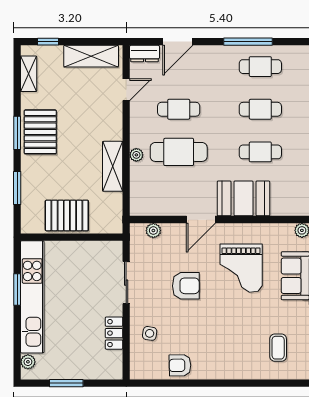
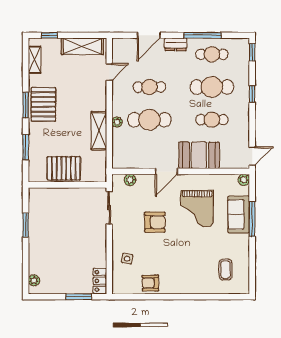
dresser: (144, 54) -> (176, 44), moved
cafe table: (260, 109) -> (212, 87), width x1.37, depth x1.35
sliding door: (126, 283) -> (109, 208), moved
kitchen unit: (32, 297) -> (37, 231), removed
locker: (114, 333) -> (100, 281), moved
window: (66, 383) -> (79, 297), moved

